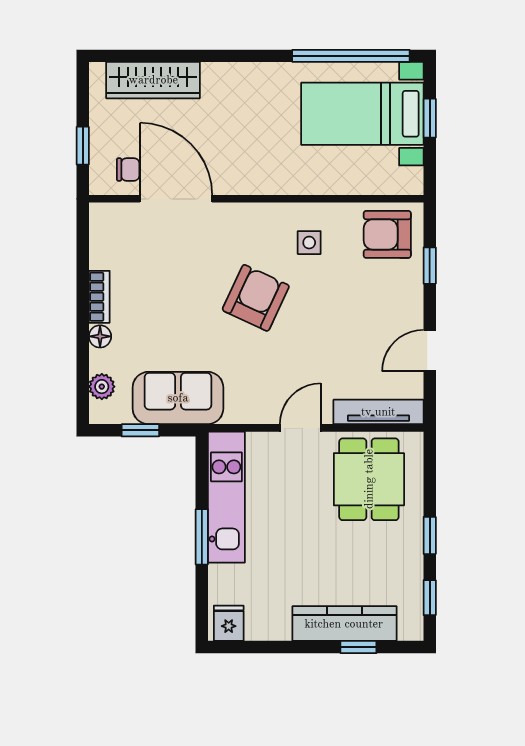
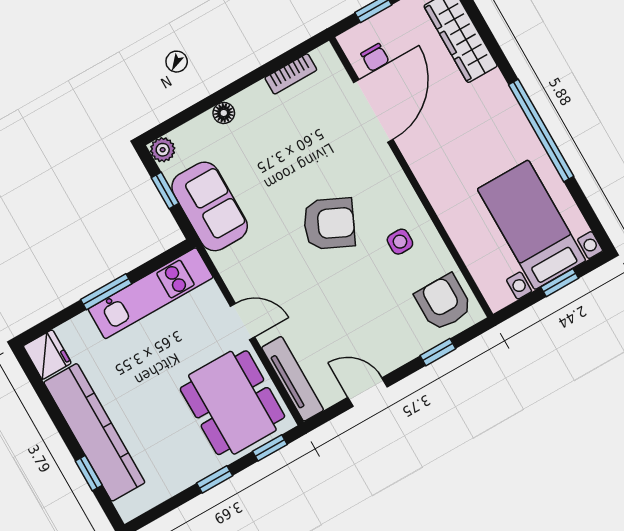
window: (351, 56) -> (541, 130), moved
bookcase: (99, 297) -> (291, 74), moved
plant: (102, 387) -> (163, 150), moved
dining table: (369, 479) -> (232, 403), width x1.37
window: (430, 598) -> (270, 448), moved
fridge: (229, 623) -> (47, 355), width x1.38
kitchen counter: (344, 624) -> (94, 432), width x1.39, depth x1.17

